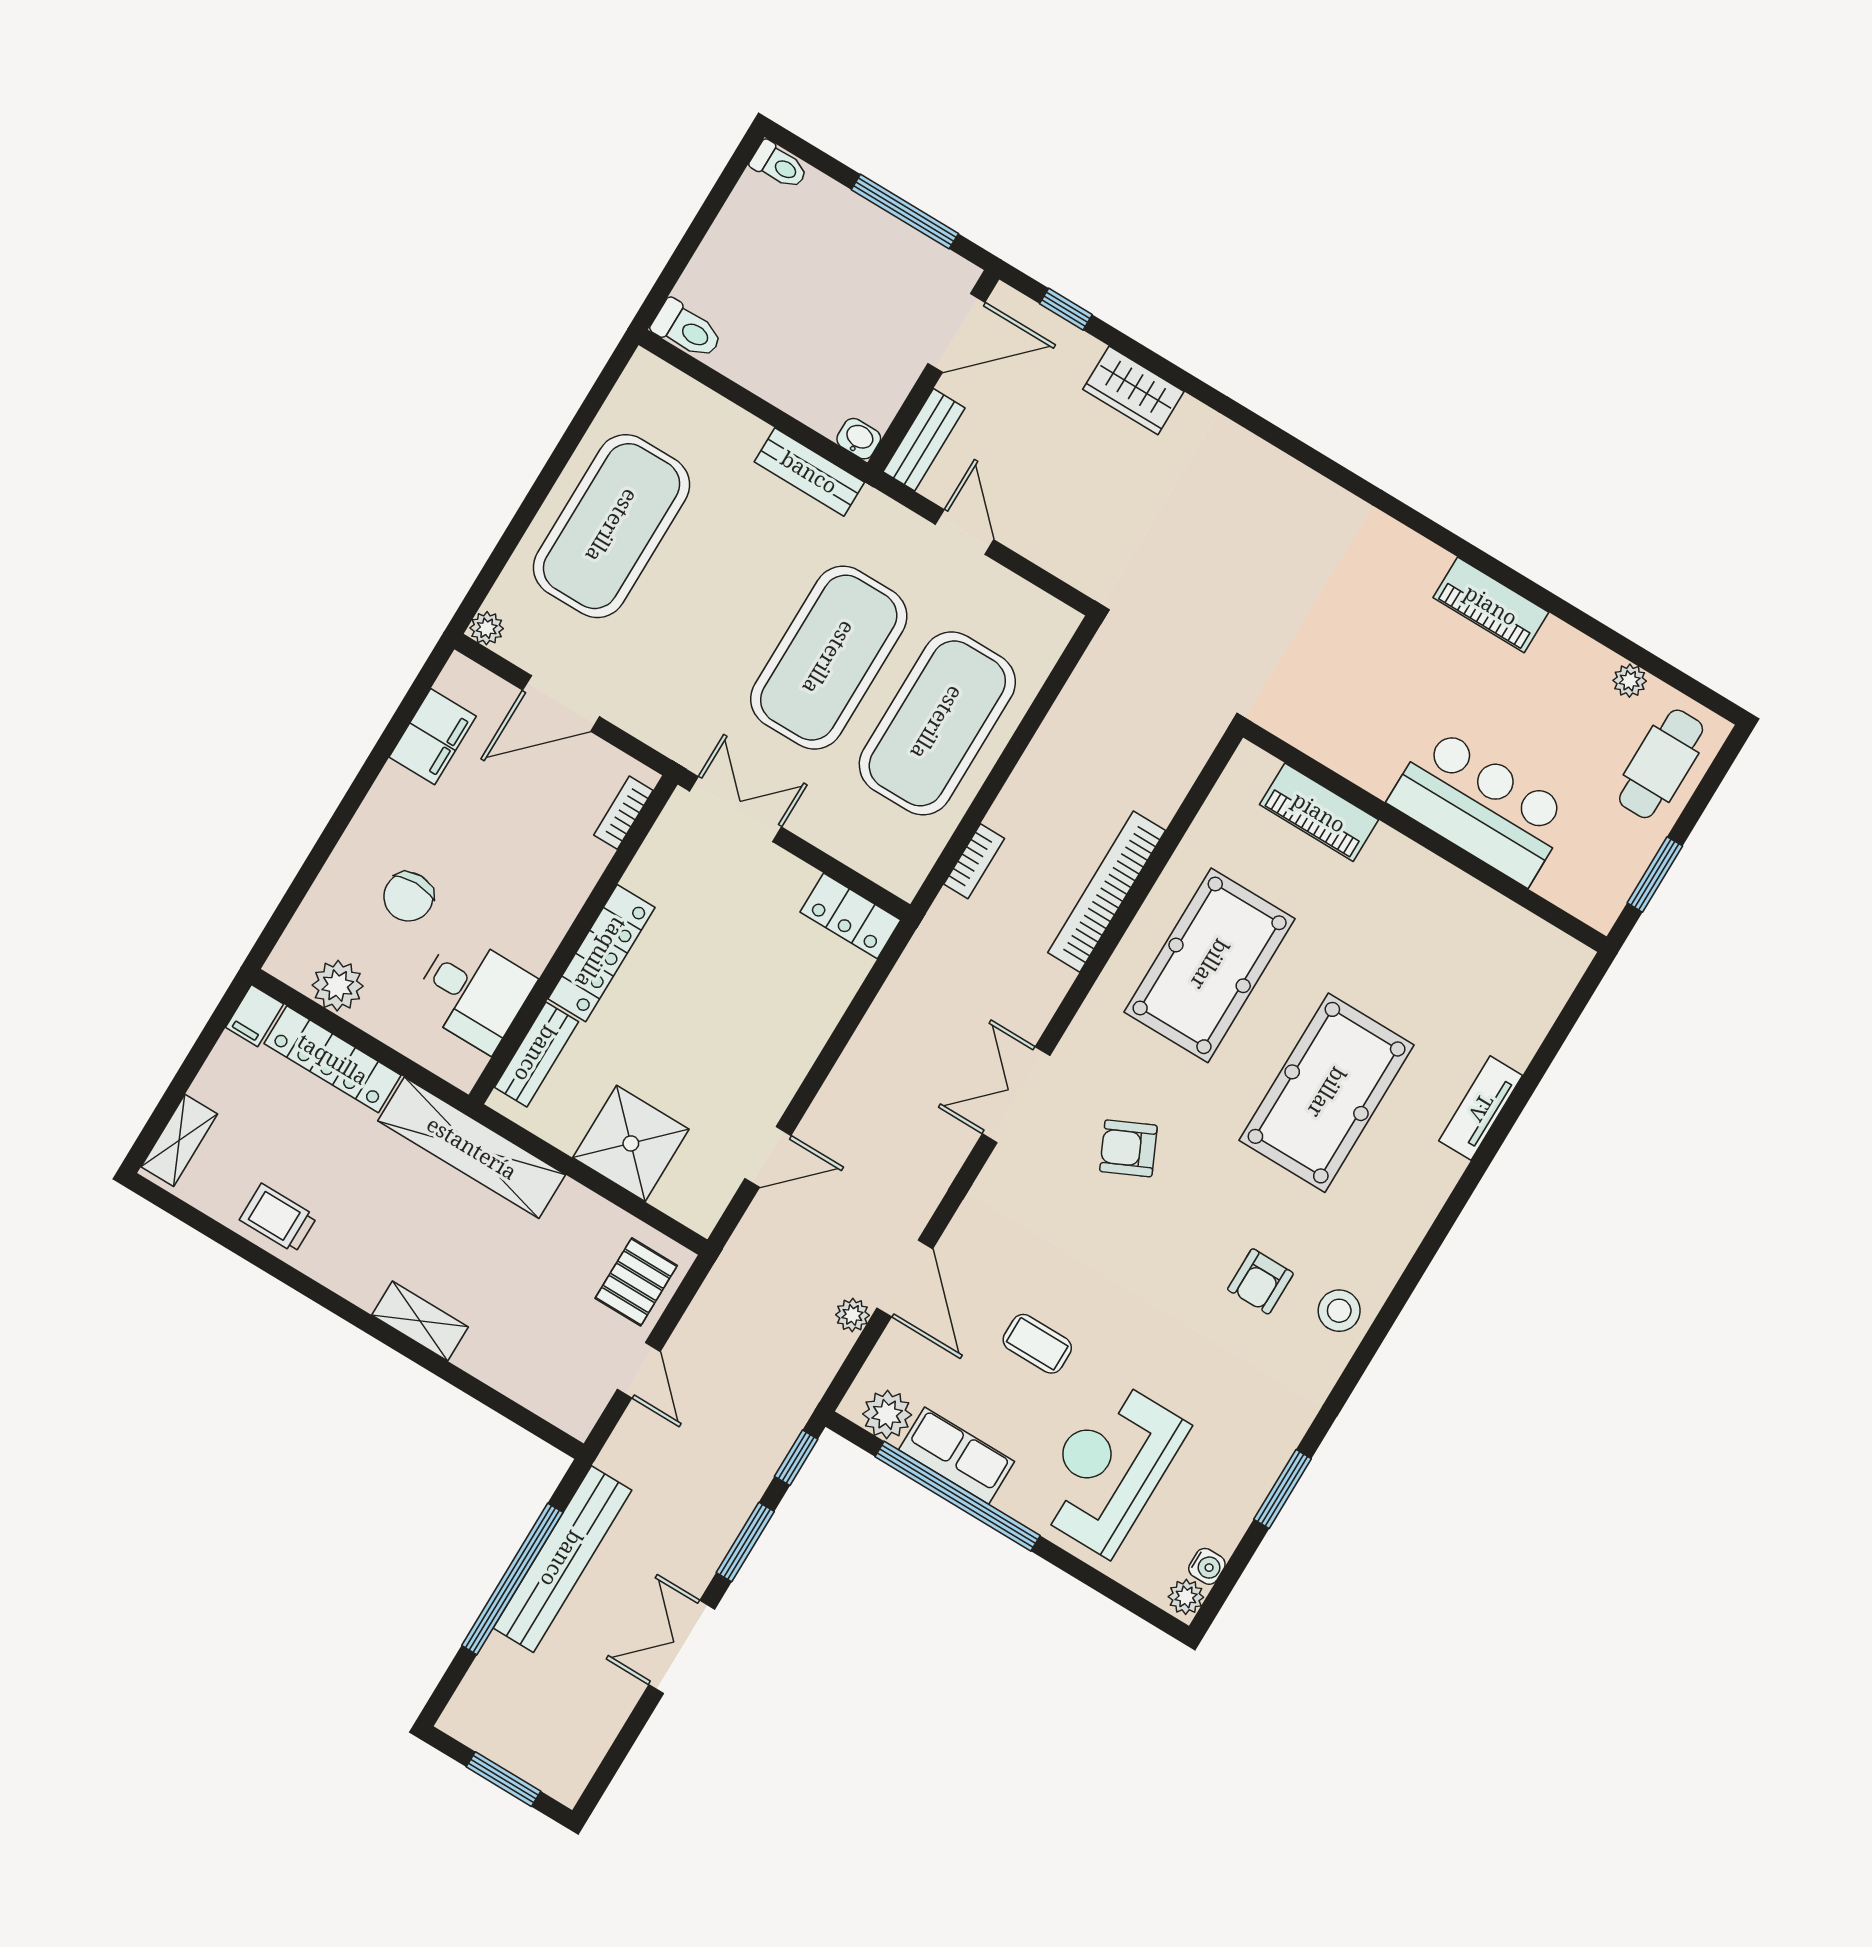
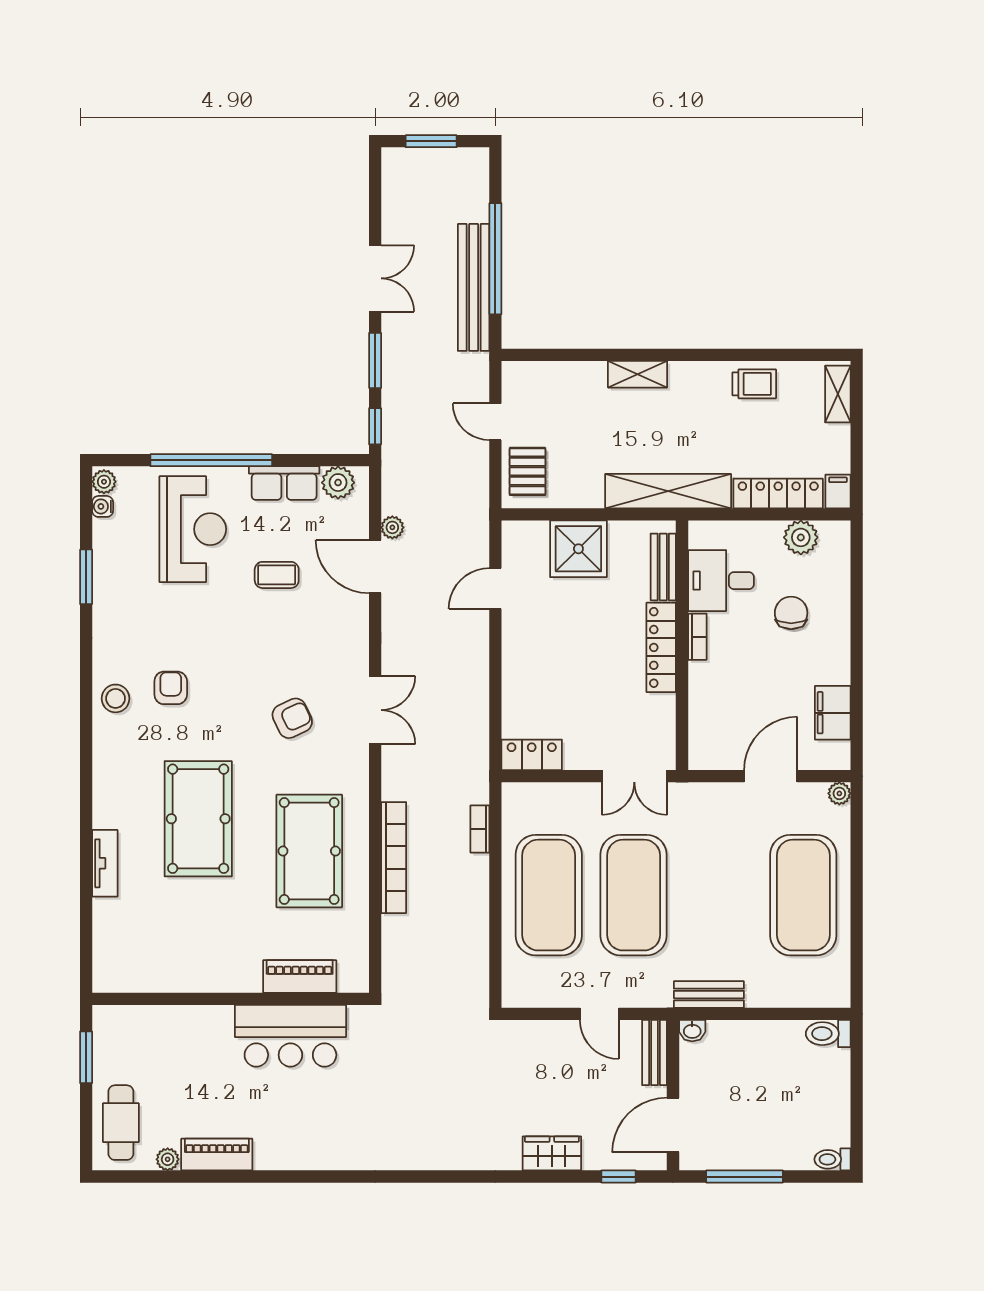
piano: (1491, 605) -> (217, 1155), moved
bar counter: (1481, 806) -> (290, 1036), moved
bookcase: (623, 813) -> (697, 637), moved
window: (958, 1496) -> (211, 460), moved

